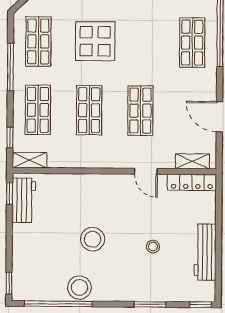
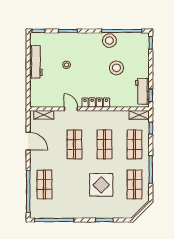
locker: (192, 182) -> (96, 103), moved
stool: (93, 239) -> (116, 68), moved

